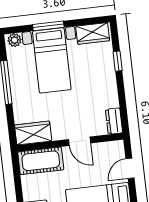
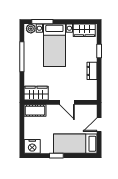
window: (48, 26) -> (42, 22), moved
dresser: (114, 121) -> (92, 71), moved
cot: (41, 161) -> (35, 111), width x0.73, depth x0.75

